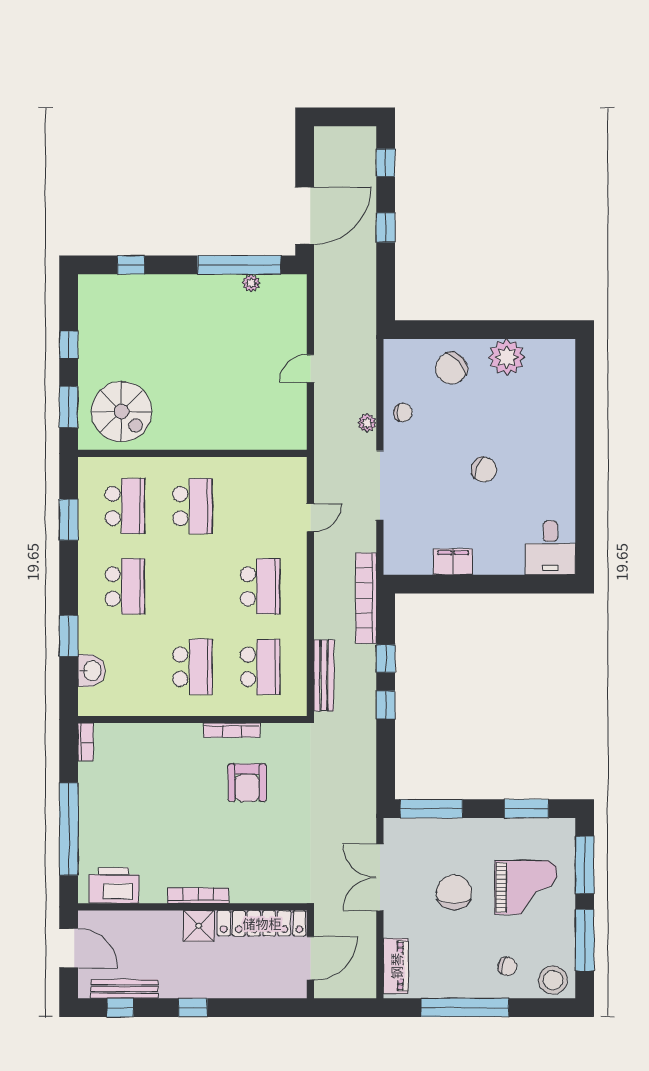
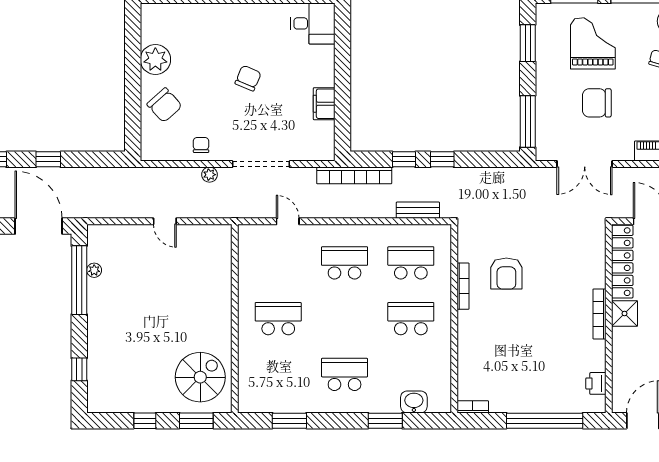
school desk: (125, 506) -> (278, 374), removed
bench: (324, 675) -> (418, 210), width x0.73
armchair: (247, 783) -> (506, 274), turned 90
printer: (114, 885) -> (596, 383), width x0.53, depth x0.68

